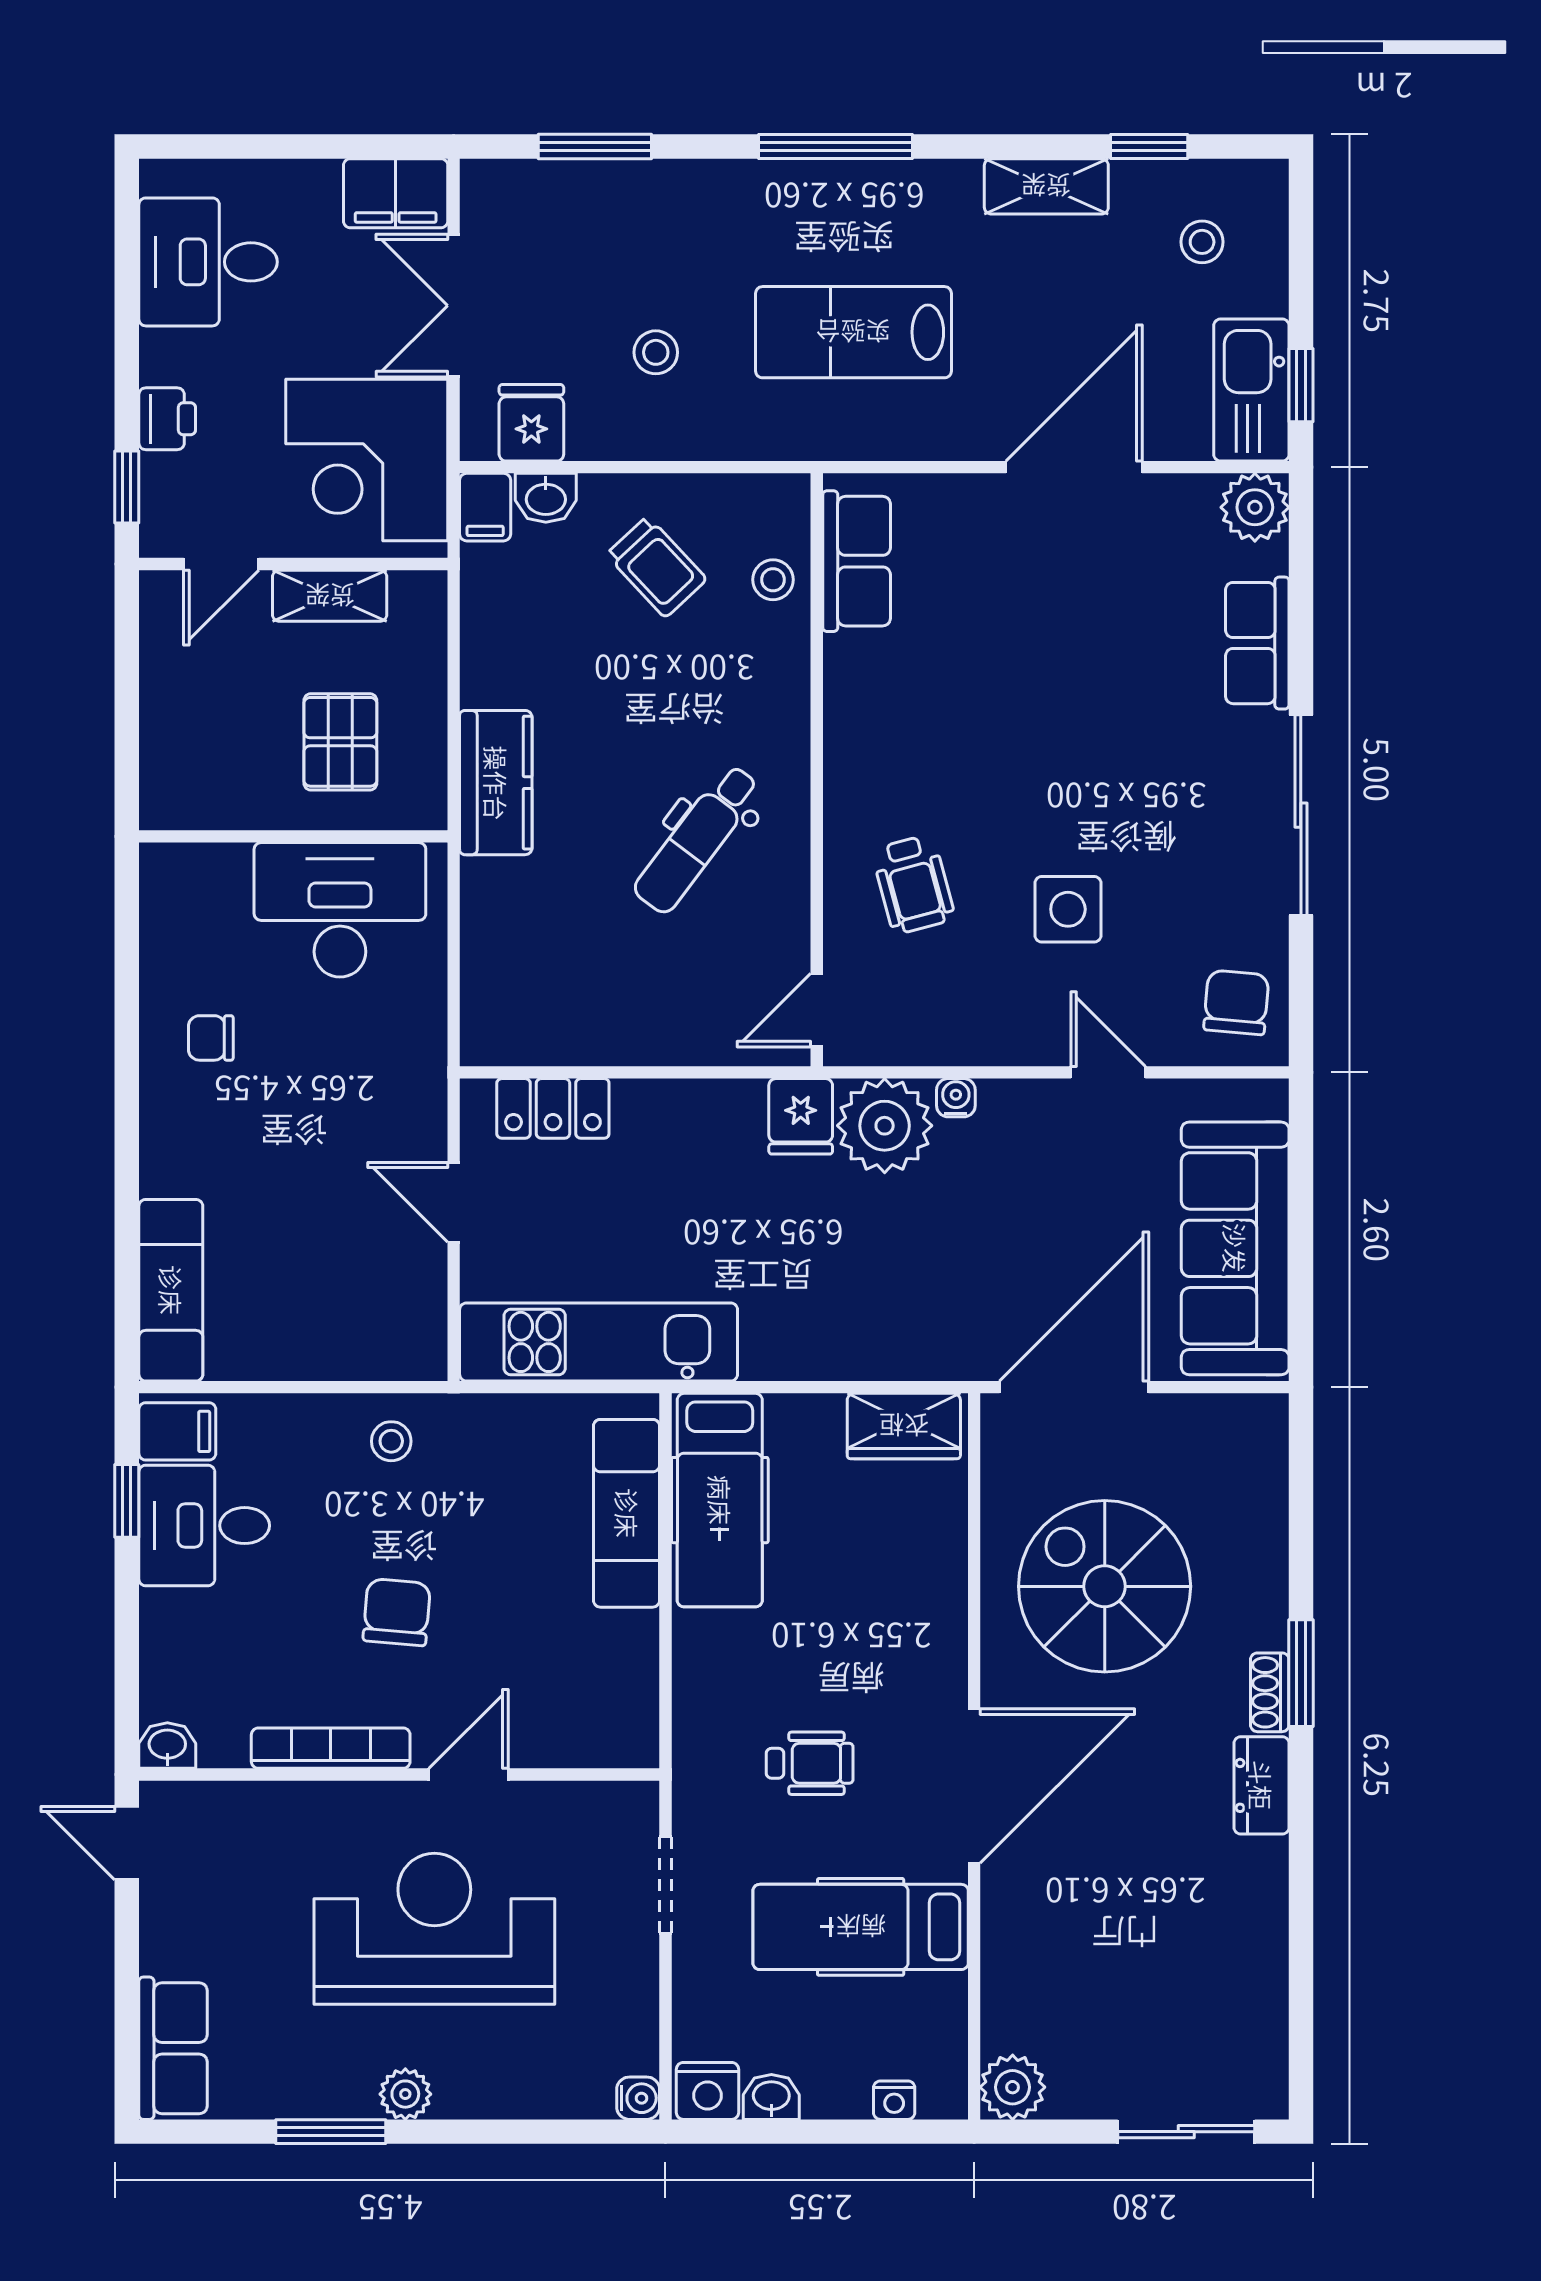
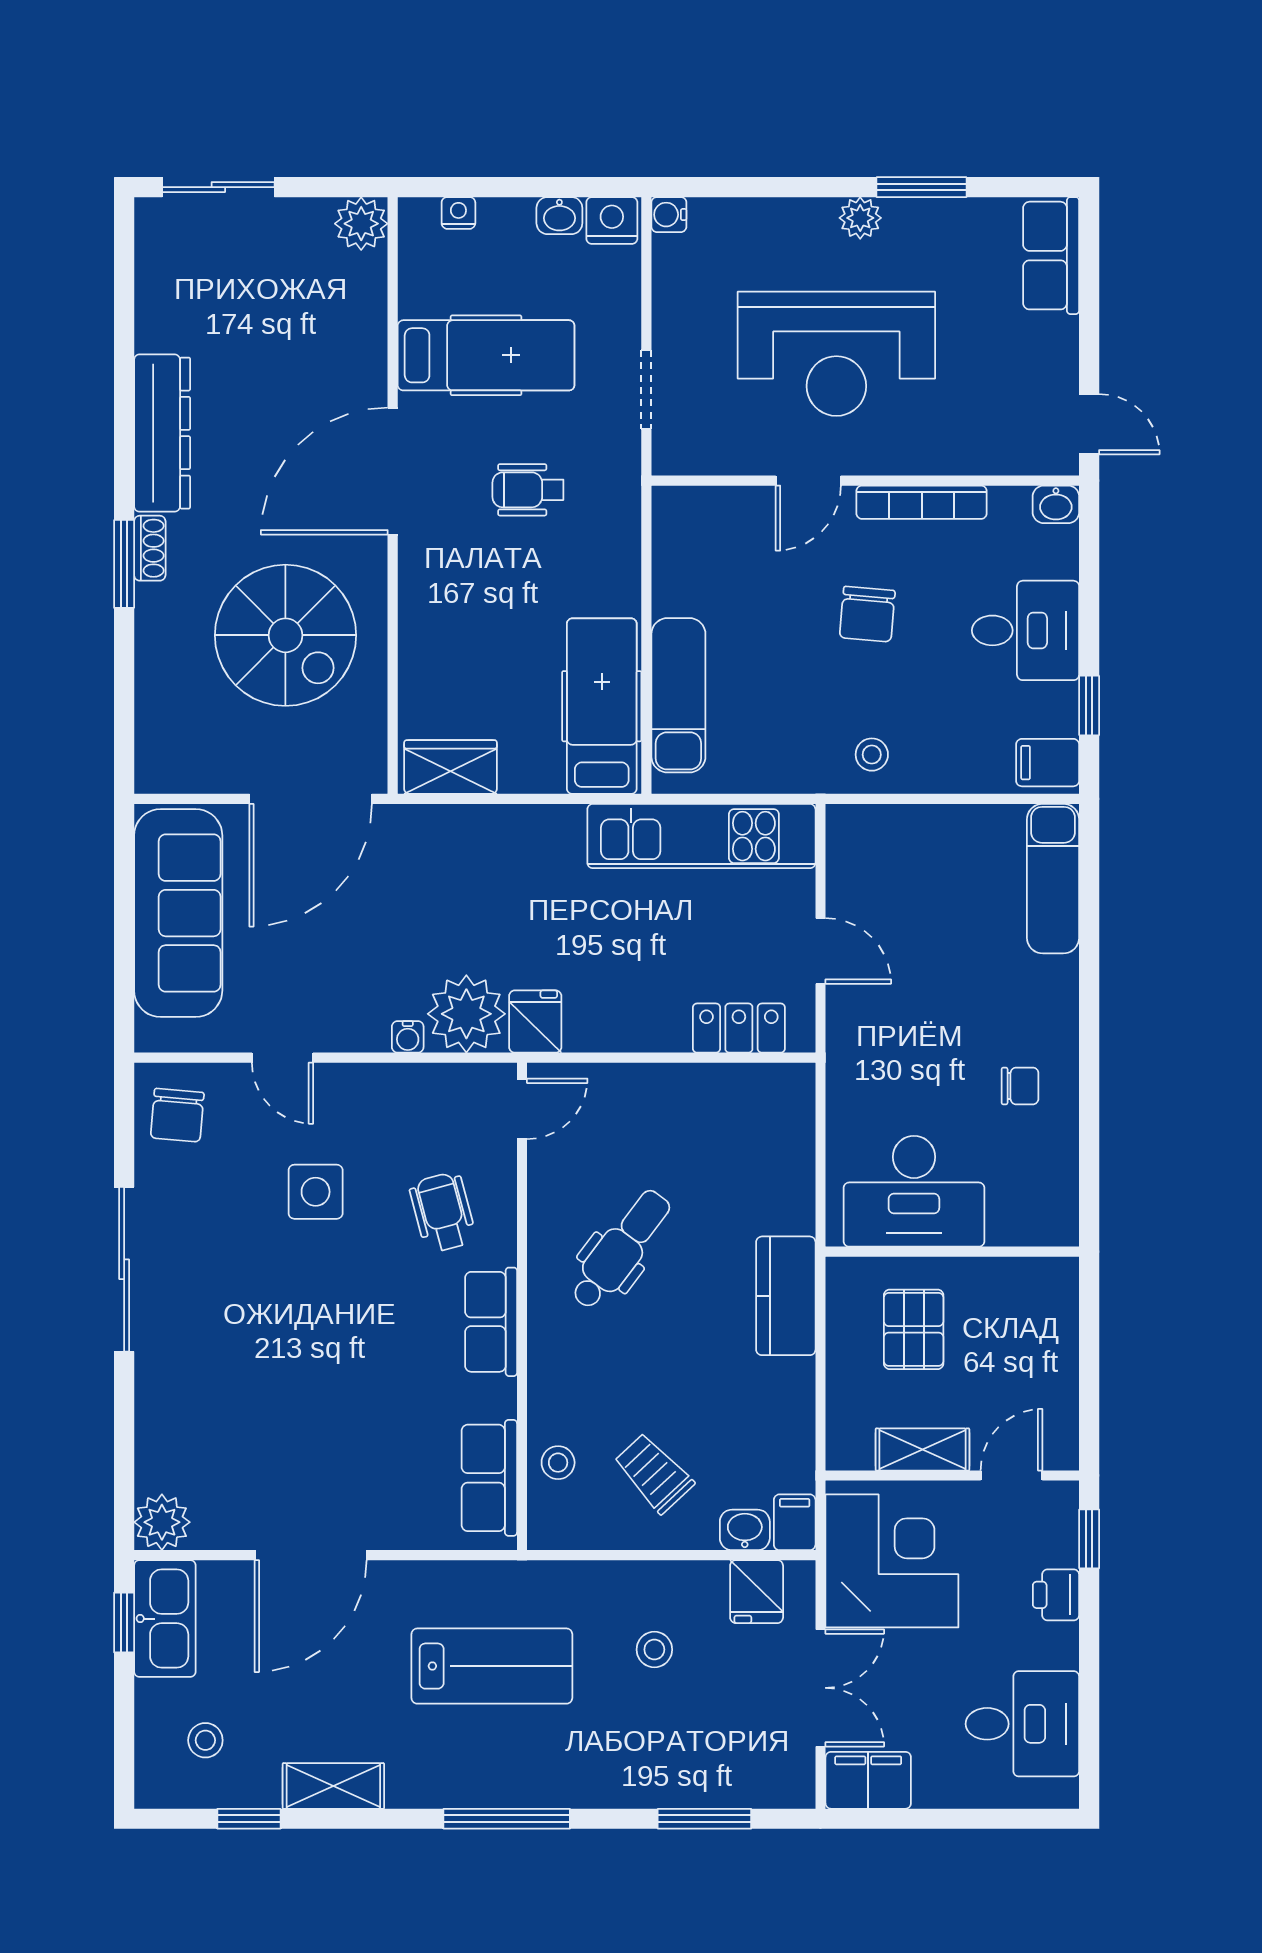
row of seats: (1257, 643) -> (491, 1322), moved, turned 180
desk: (204, 1526) -> (1026, 630), moved
dresser: (1261, 1785) -> (162, 433), width x1.96, depth x1.24

